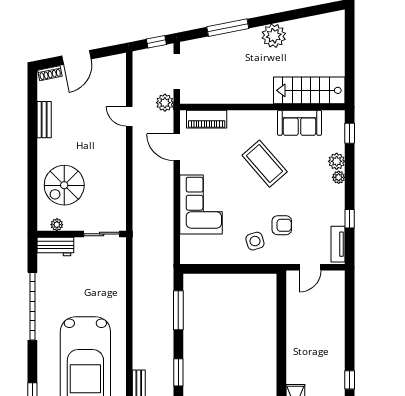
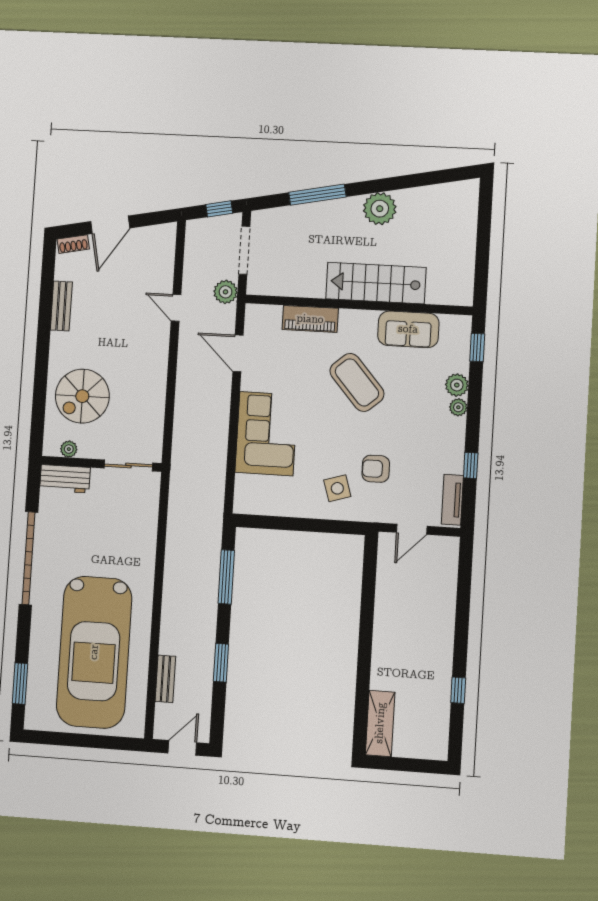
stairs: (309, 90) -> (376, 283), moved
piano: (207, 119) -> (310, 319), moved
armchair: (282, 225) -> (376, 469), turned 180

